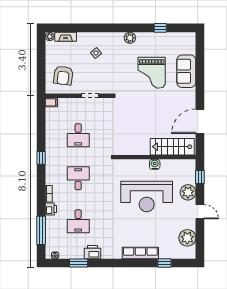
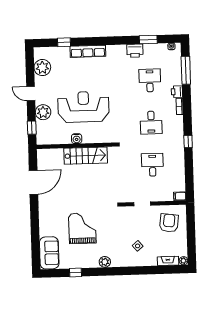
sofa: (186, 71) -> (49, 253), moved
stairs: (172, 147) -> (86, 156), moved

